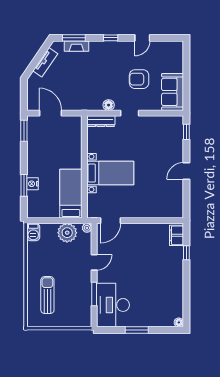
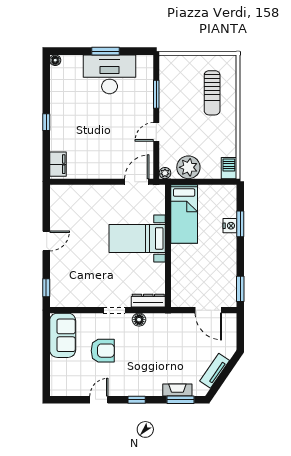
window: (186, 253) -> (46, 122), moved
desk: (113, 305) -> (110, 74), moved, turned -90

